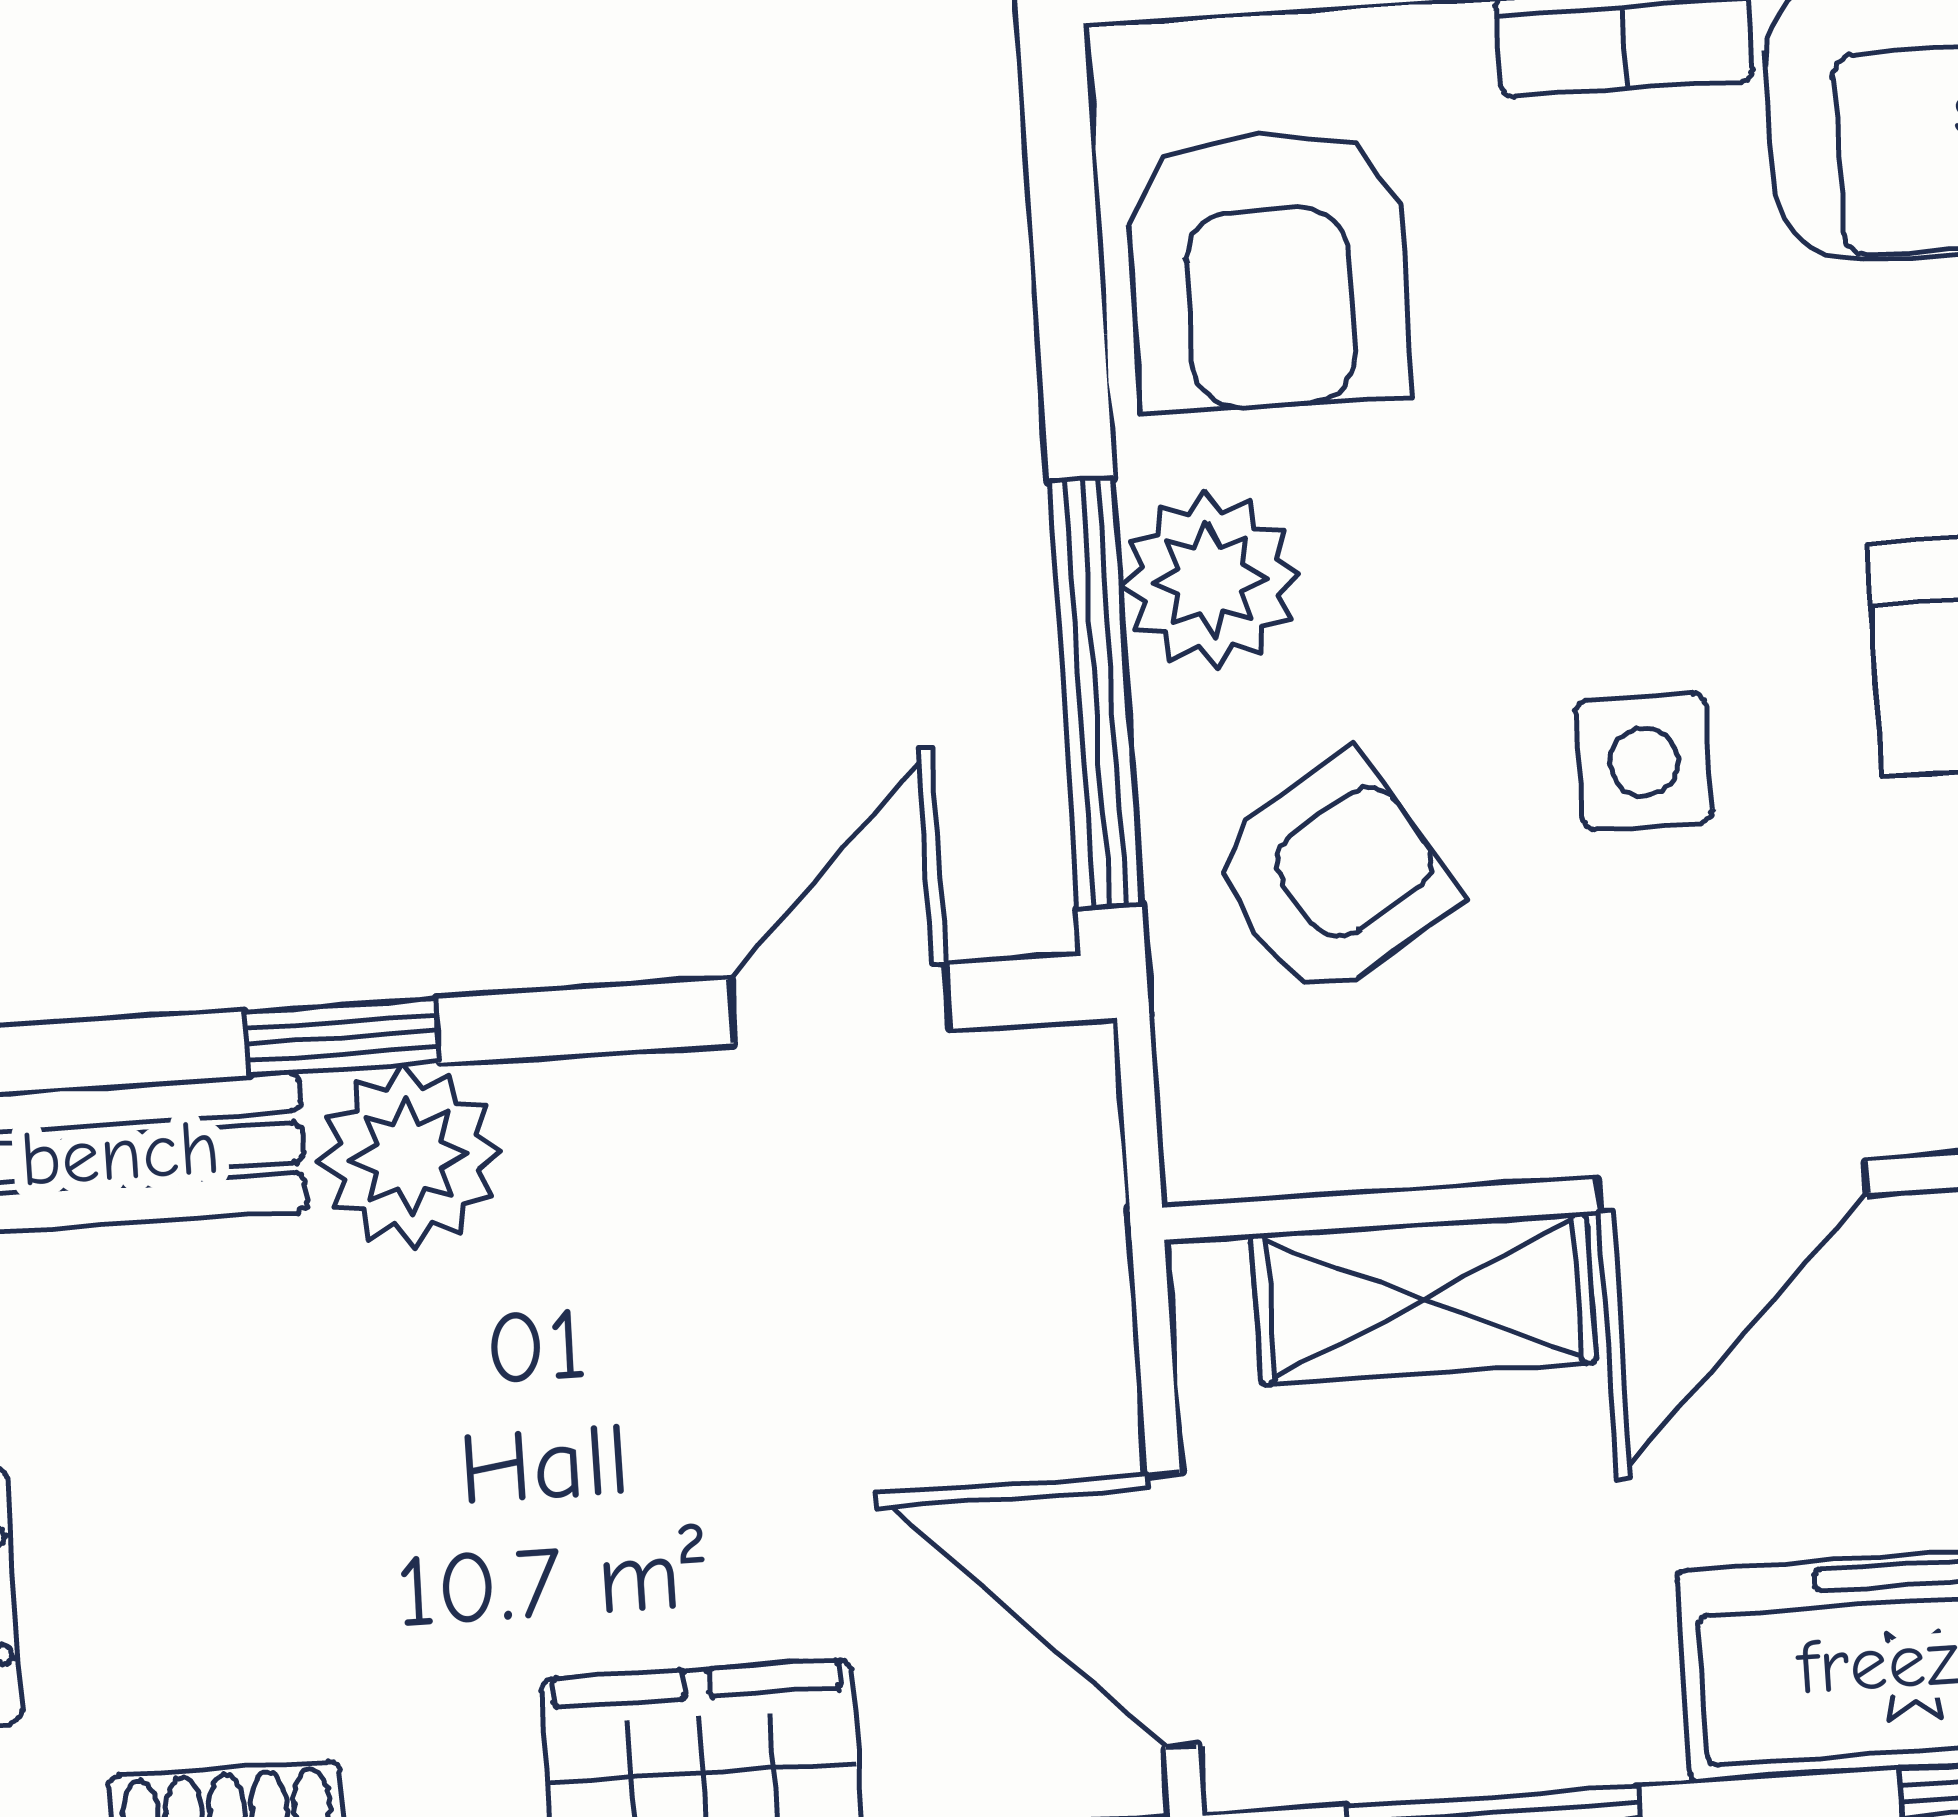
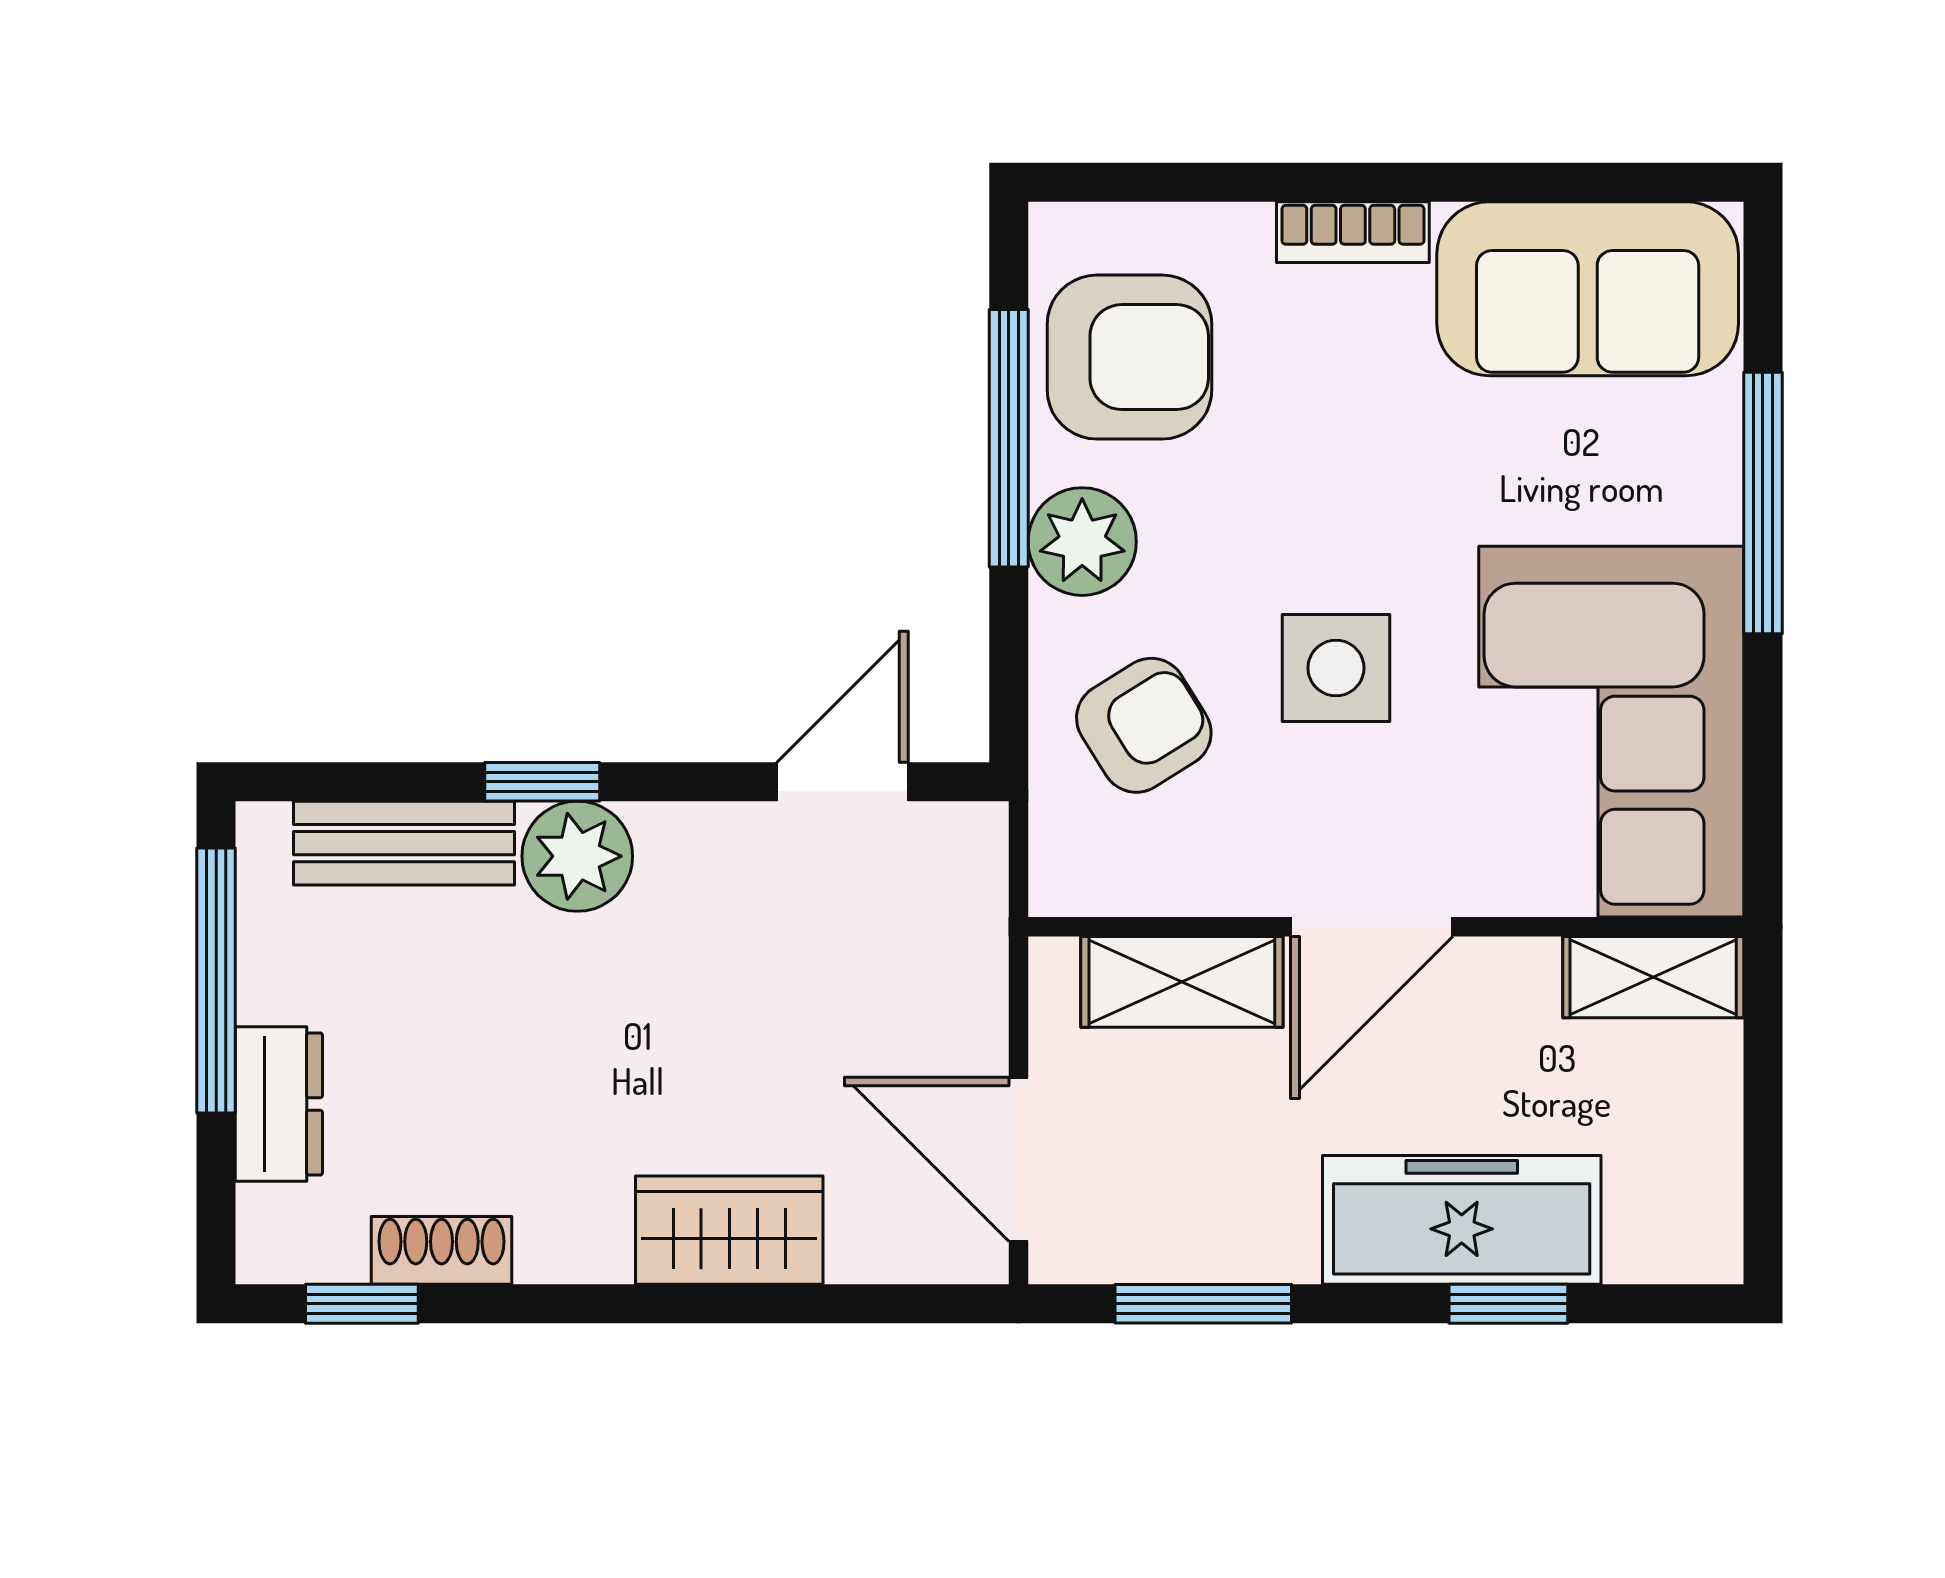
armchair: (1268, 269) -> (1129, 357), turned -90
window: (1096, 693) -> (1009, 438), moved
side table: (1644, 762) -> (1336, 668), width x1.37, depth x1.37

